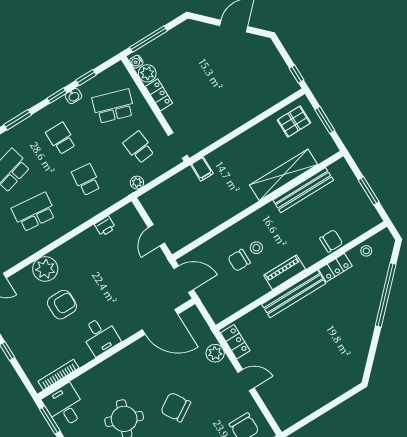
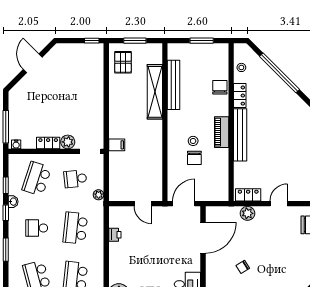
plant: (147, 73) -> (68, 142), moved
school desk: (86, 180) -> (75, 228), width x1.85
chair: (176, 407) -> (243, 267), moved, width x0.54, depth x0.54

